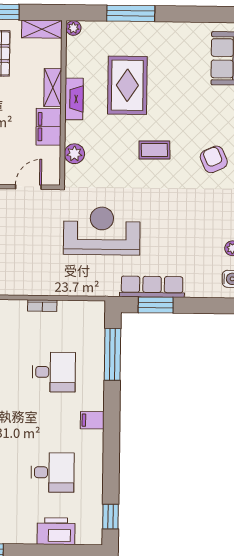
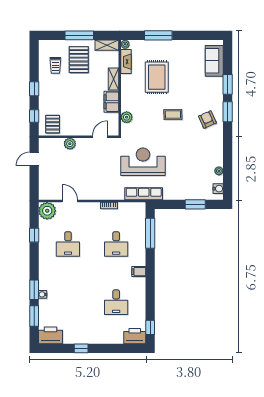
fireplace: (74, 99) -> (126, 62), moved
row of seats: (152, 287) -> (144, 194), moved
window: (156, 305) -> (195, 204), moved
desk: (54, 372) -> (116, 244), turned 90
desk: (53, 472) -> (116, 302), turned 90
printer: (56, 531) -> (135, 336), moved

